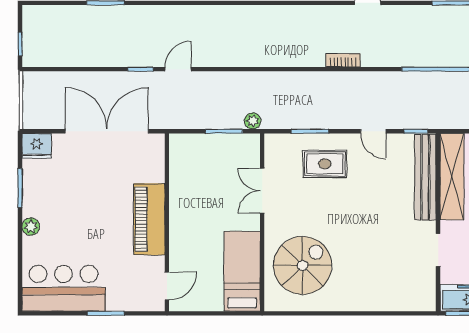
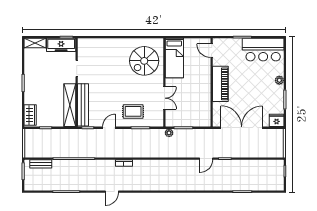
double door: (107, 131) -> (242, 128), swing flipped
door: (373, 131) -> (109, 128), hinge flipped
door: (167, 286) -> (212, 51), hinge flipped

